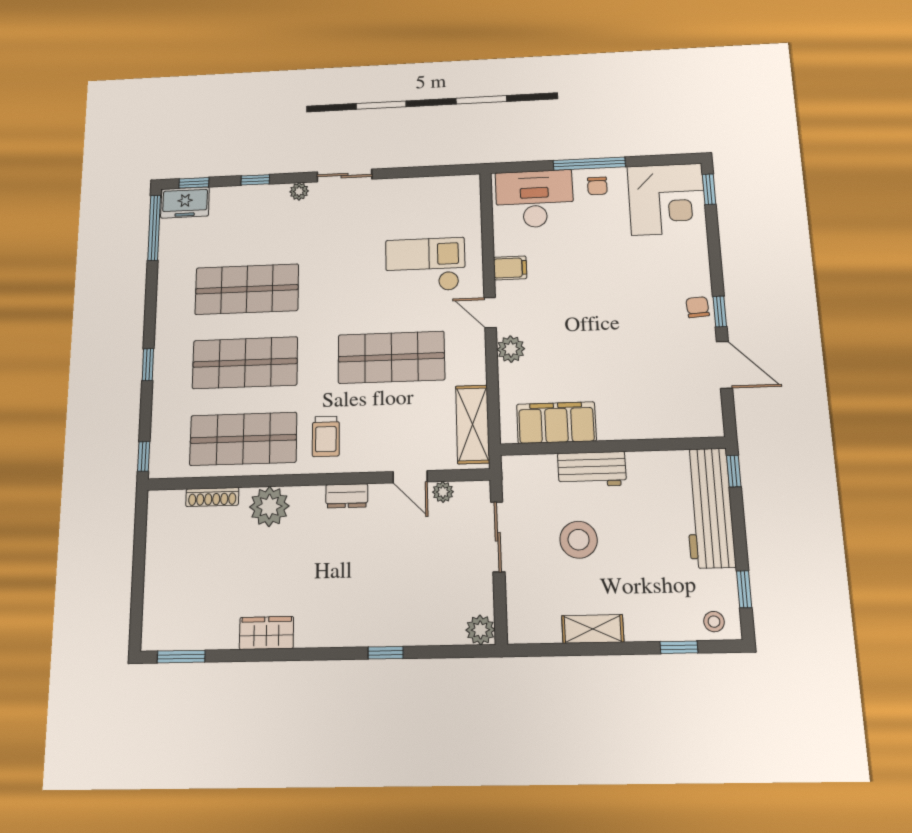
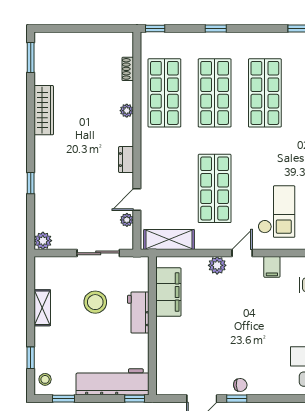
trolley: (326, 436) -> (164, 146), removed
shoe rack: (212, 497) -> (128, 69), width x0.70
plant: (269, 506) -> (127, 111), width x0.53, depth x0.53
wardrobe: (266, 633) -> (44, 110), width x1.50

